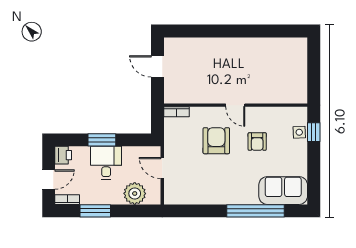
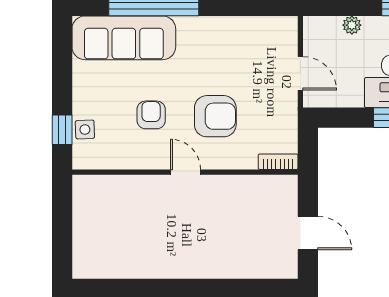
armchair: (216, 141) -> (215, 116), turned -90
sofa: (283, 191) -> (124, 38), width x1.36
plant: (135, 193) -> (352, 25), width x0.53, depth x0.53

